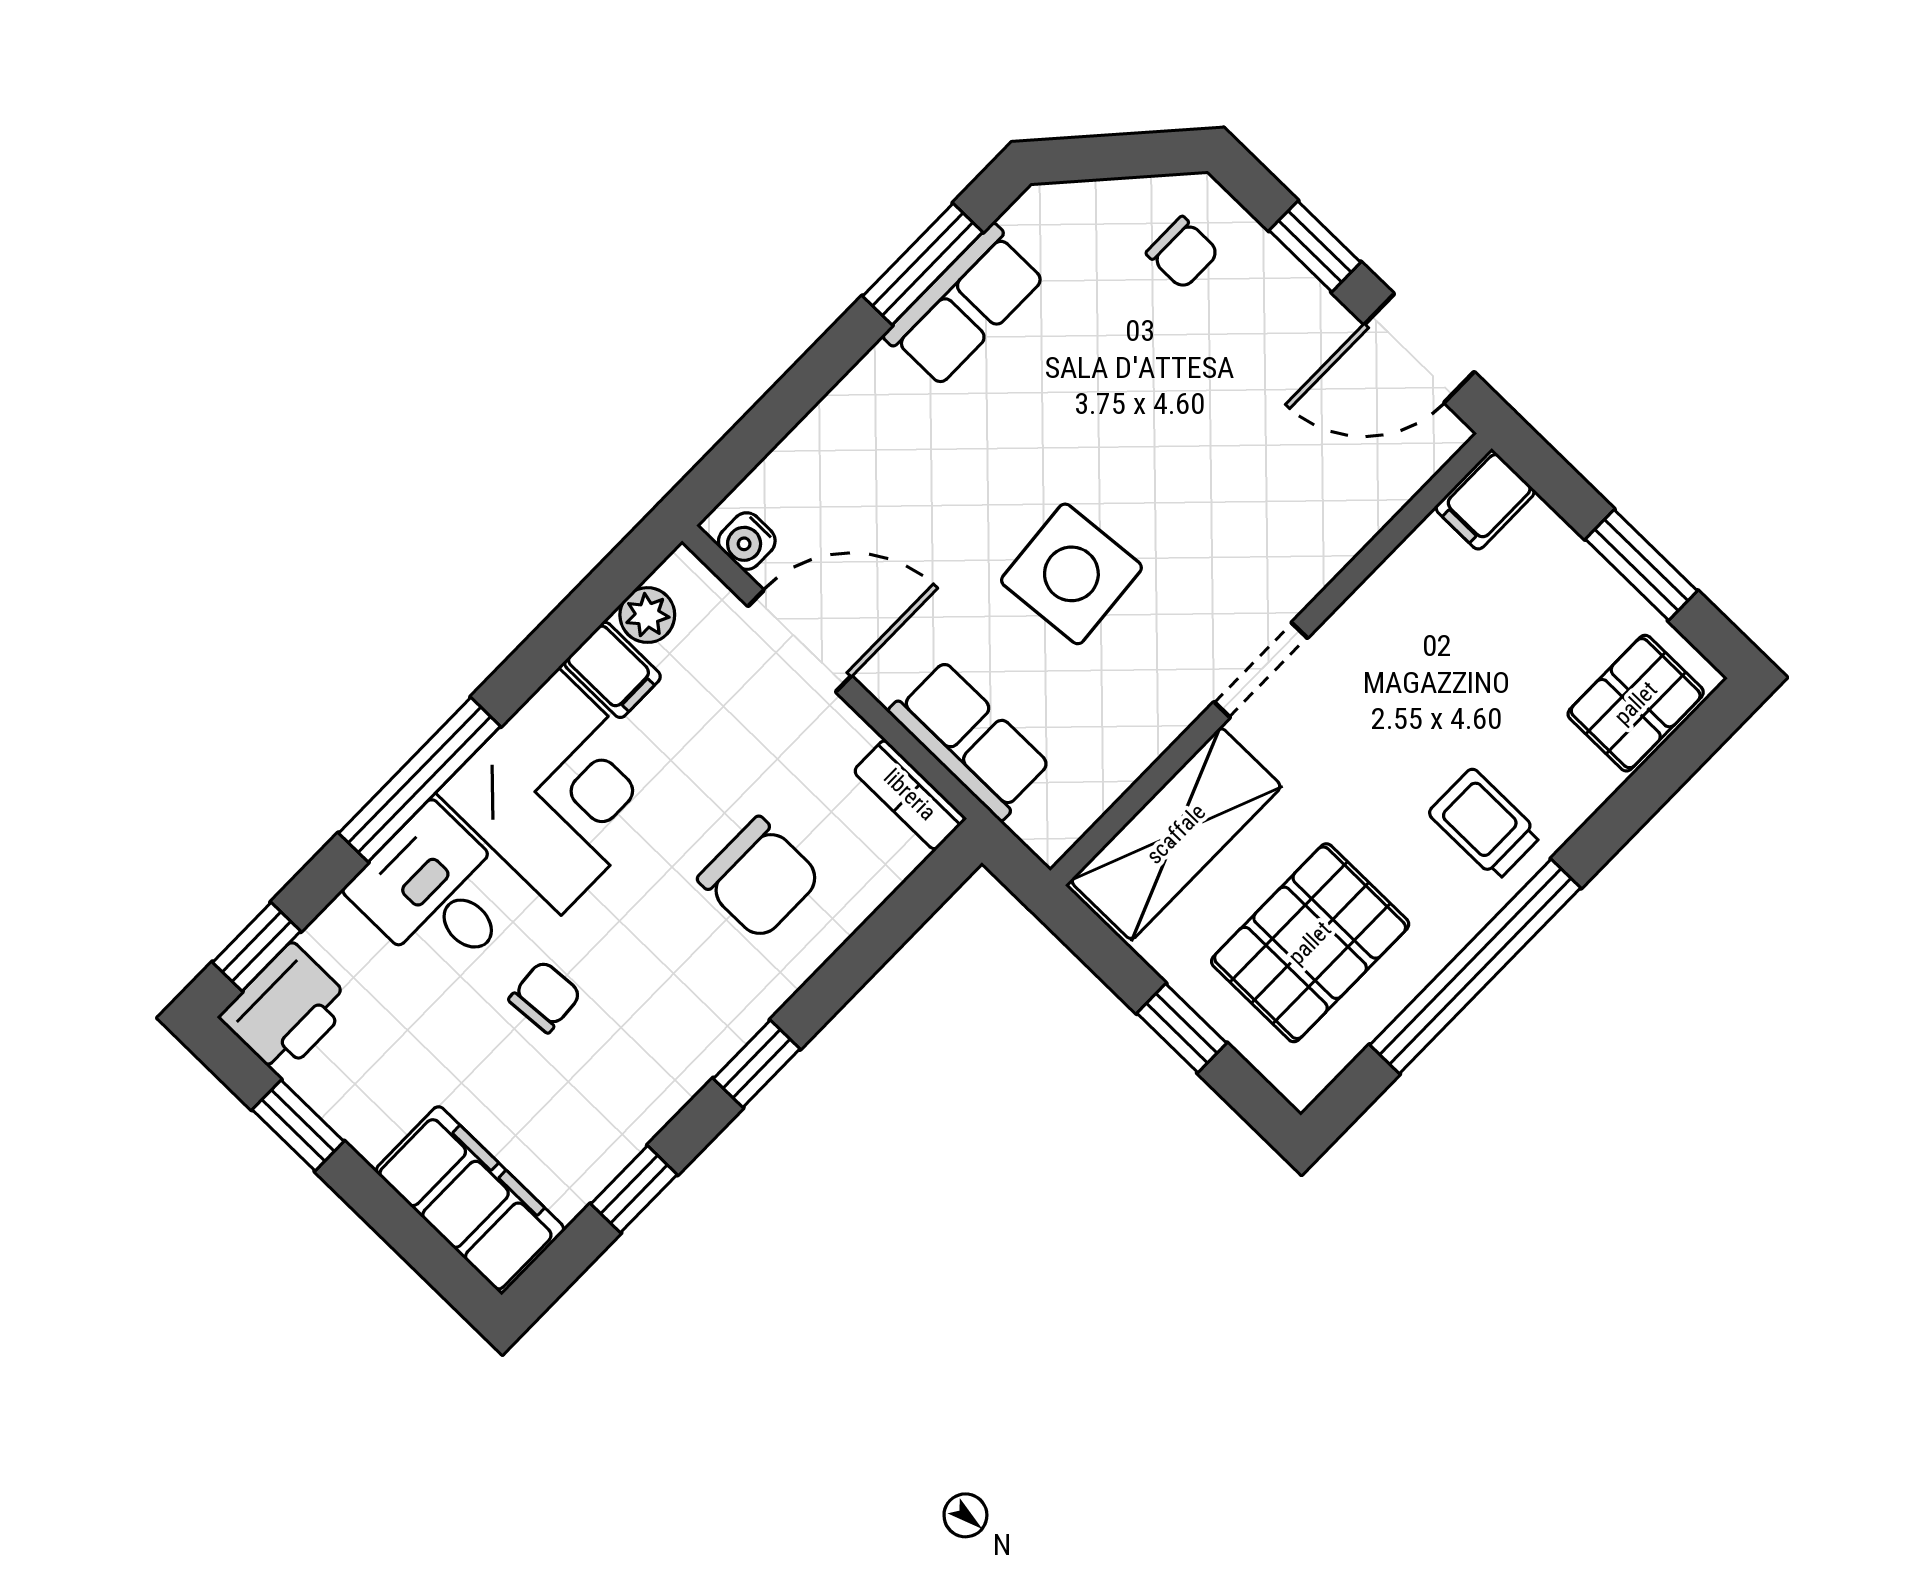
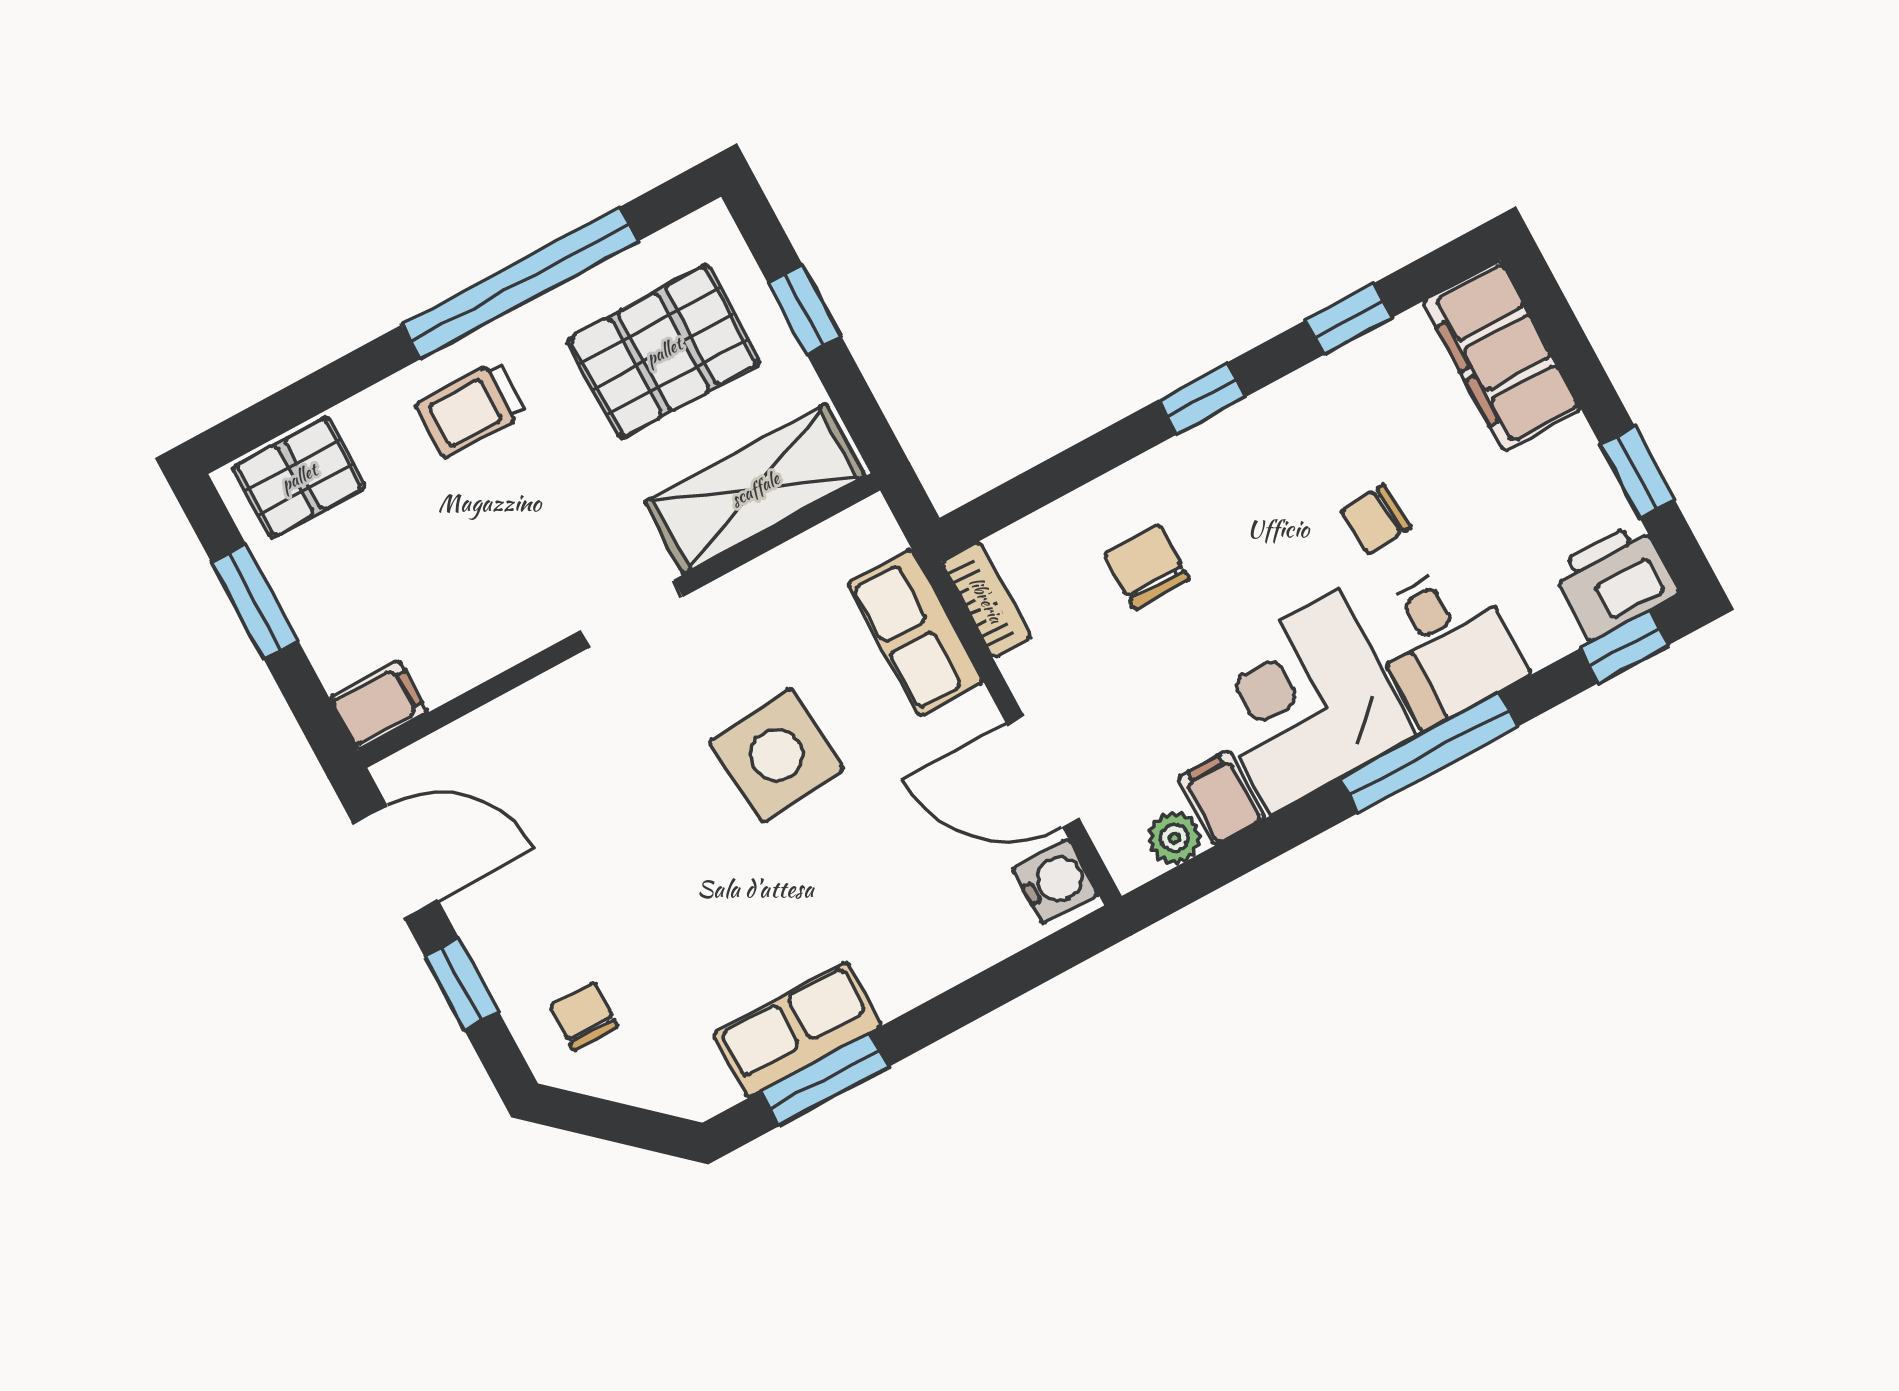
water cooler: (747, 541) -> (1055, 881), width x1.38, depth x1.38
trolley: (1485, 824) -> (471, 410), turned 90
chair: (760, 878) -> (1147, 566), width x0.73, depth x0.73

